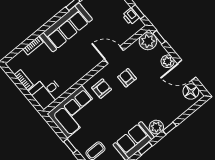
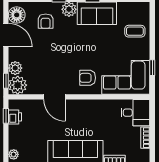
plant: (168, 61) -> (15, 68), moved
armchair: (127, 78) -> (46, 21), moved
window: (70, 146) -> (152, 68), moved

